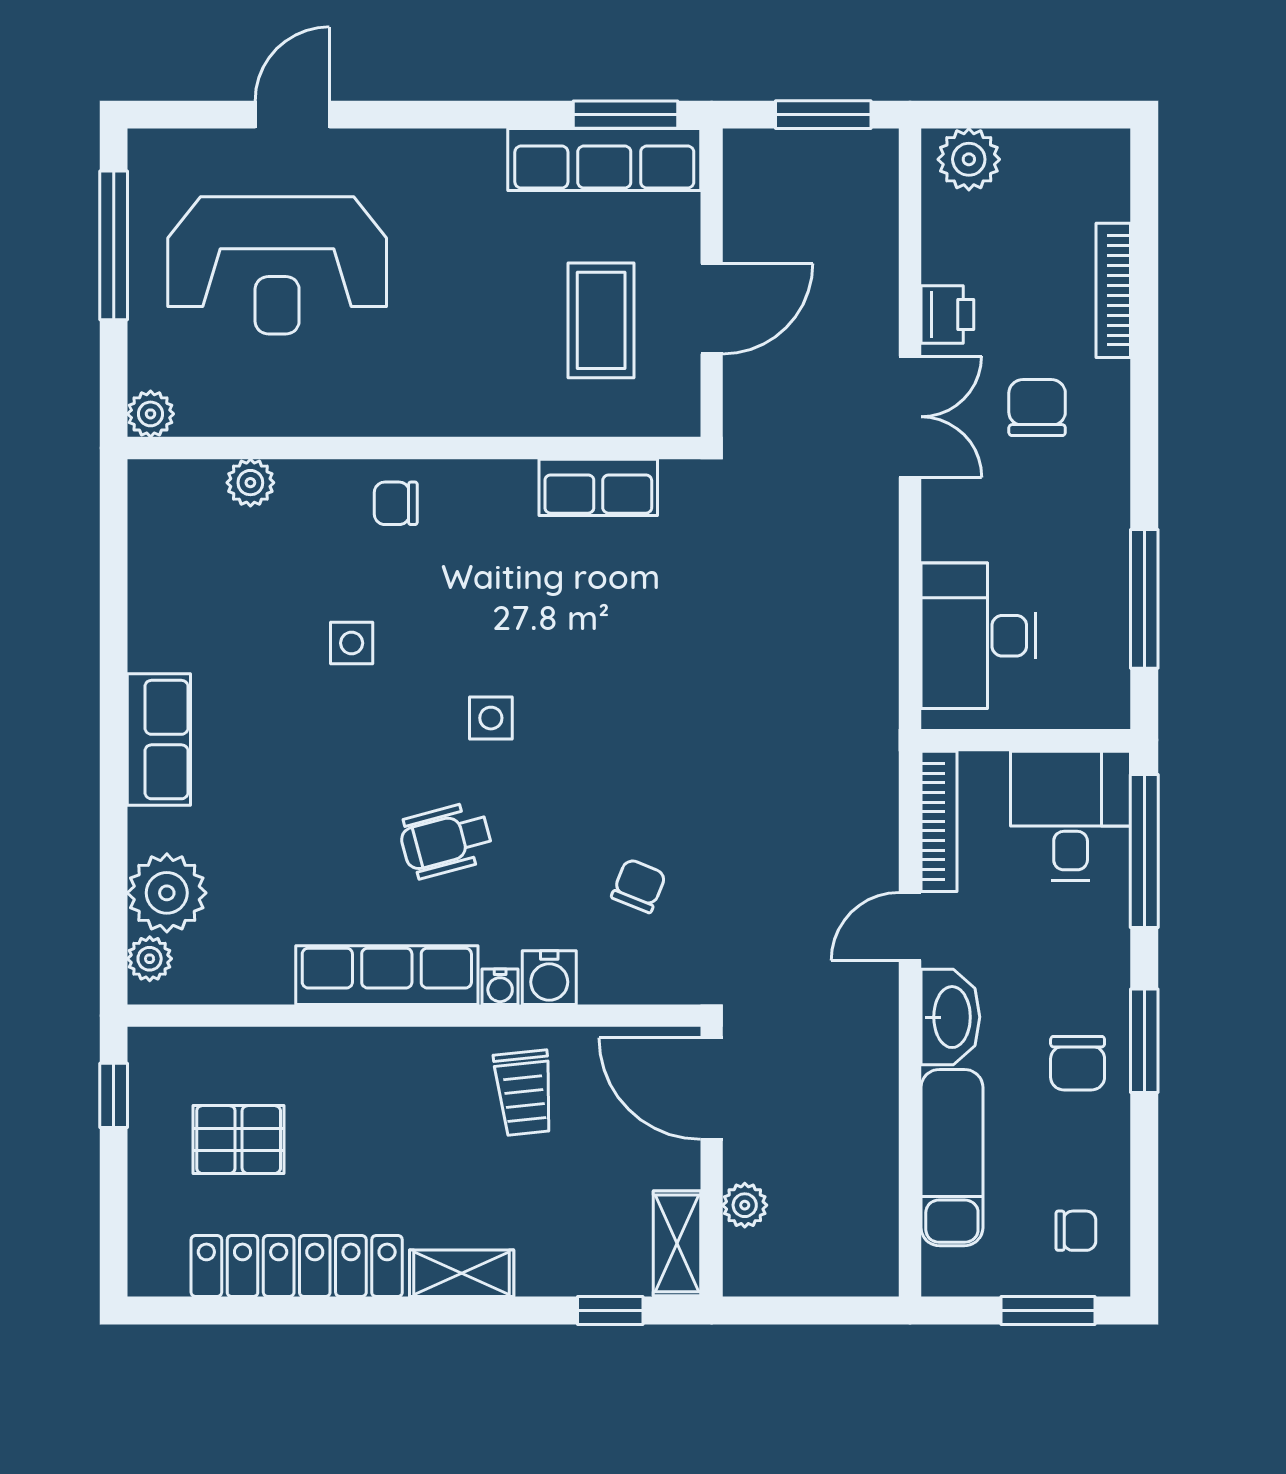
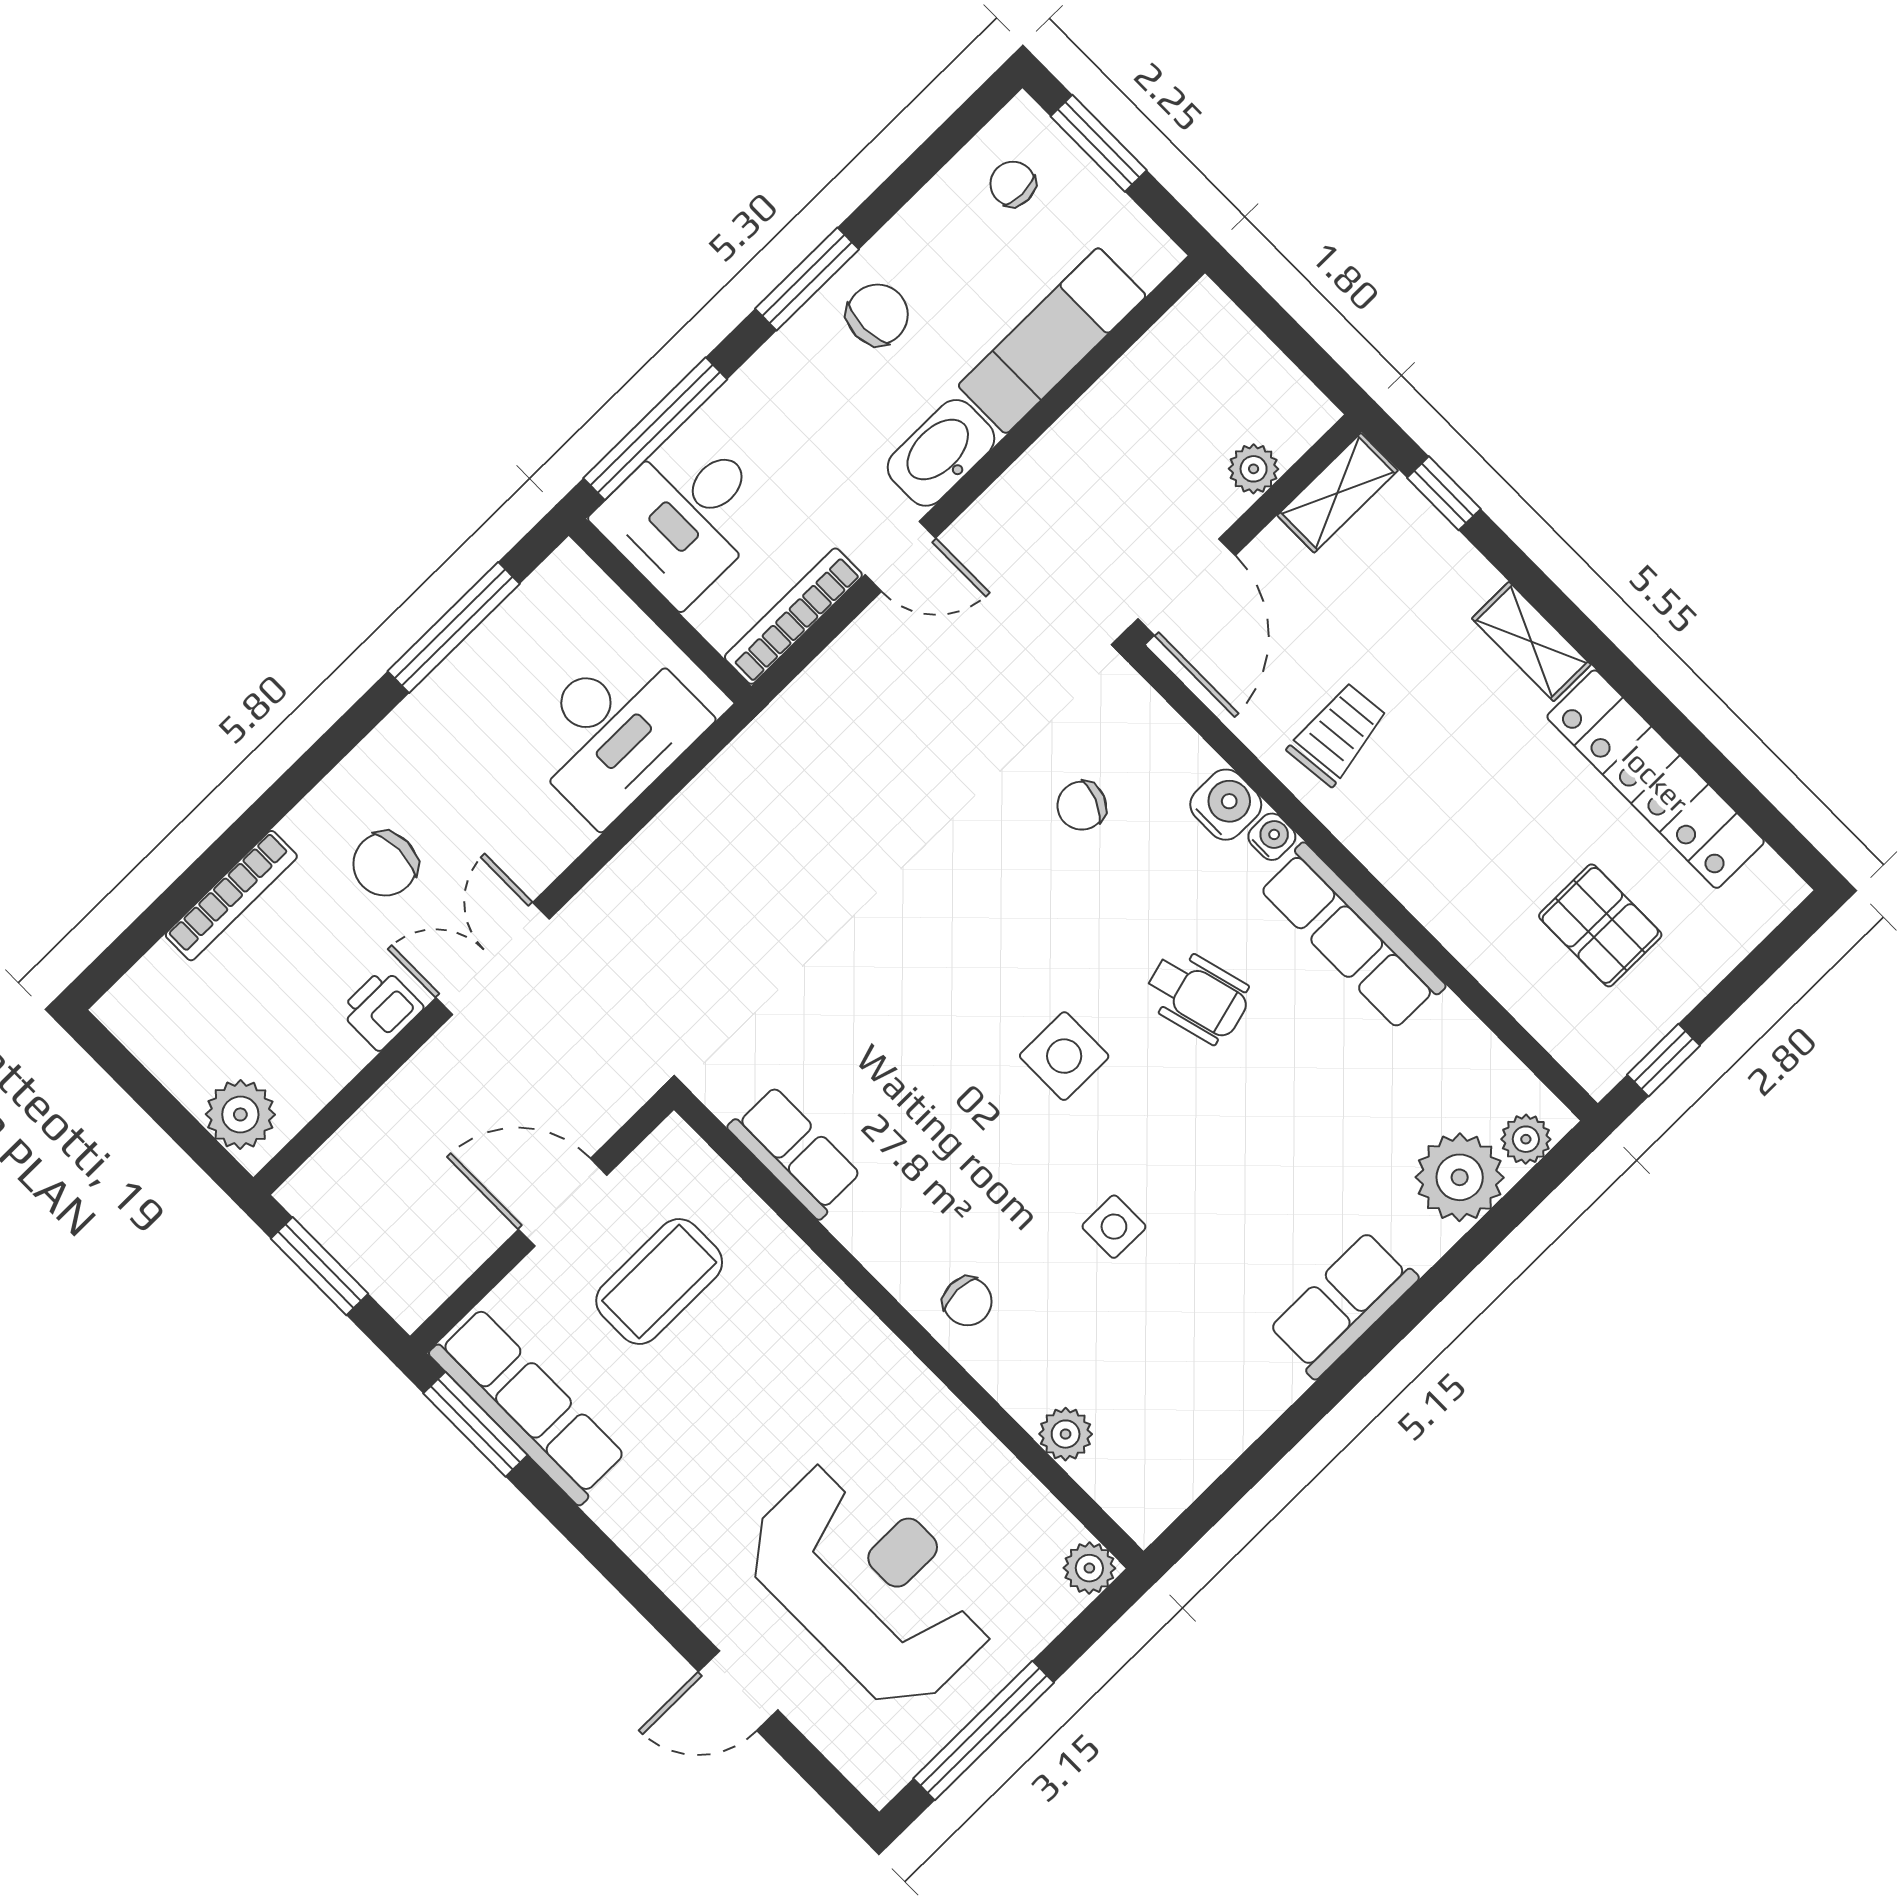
side table: (491, 718) -> (1064, 1056), width x1.37, depth x1.37

